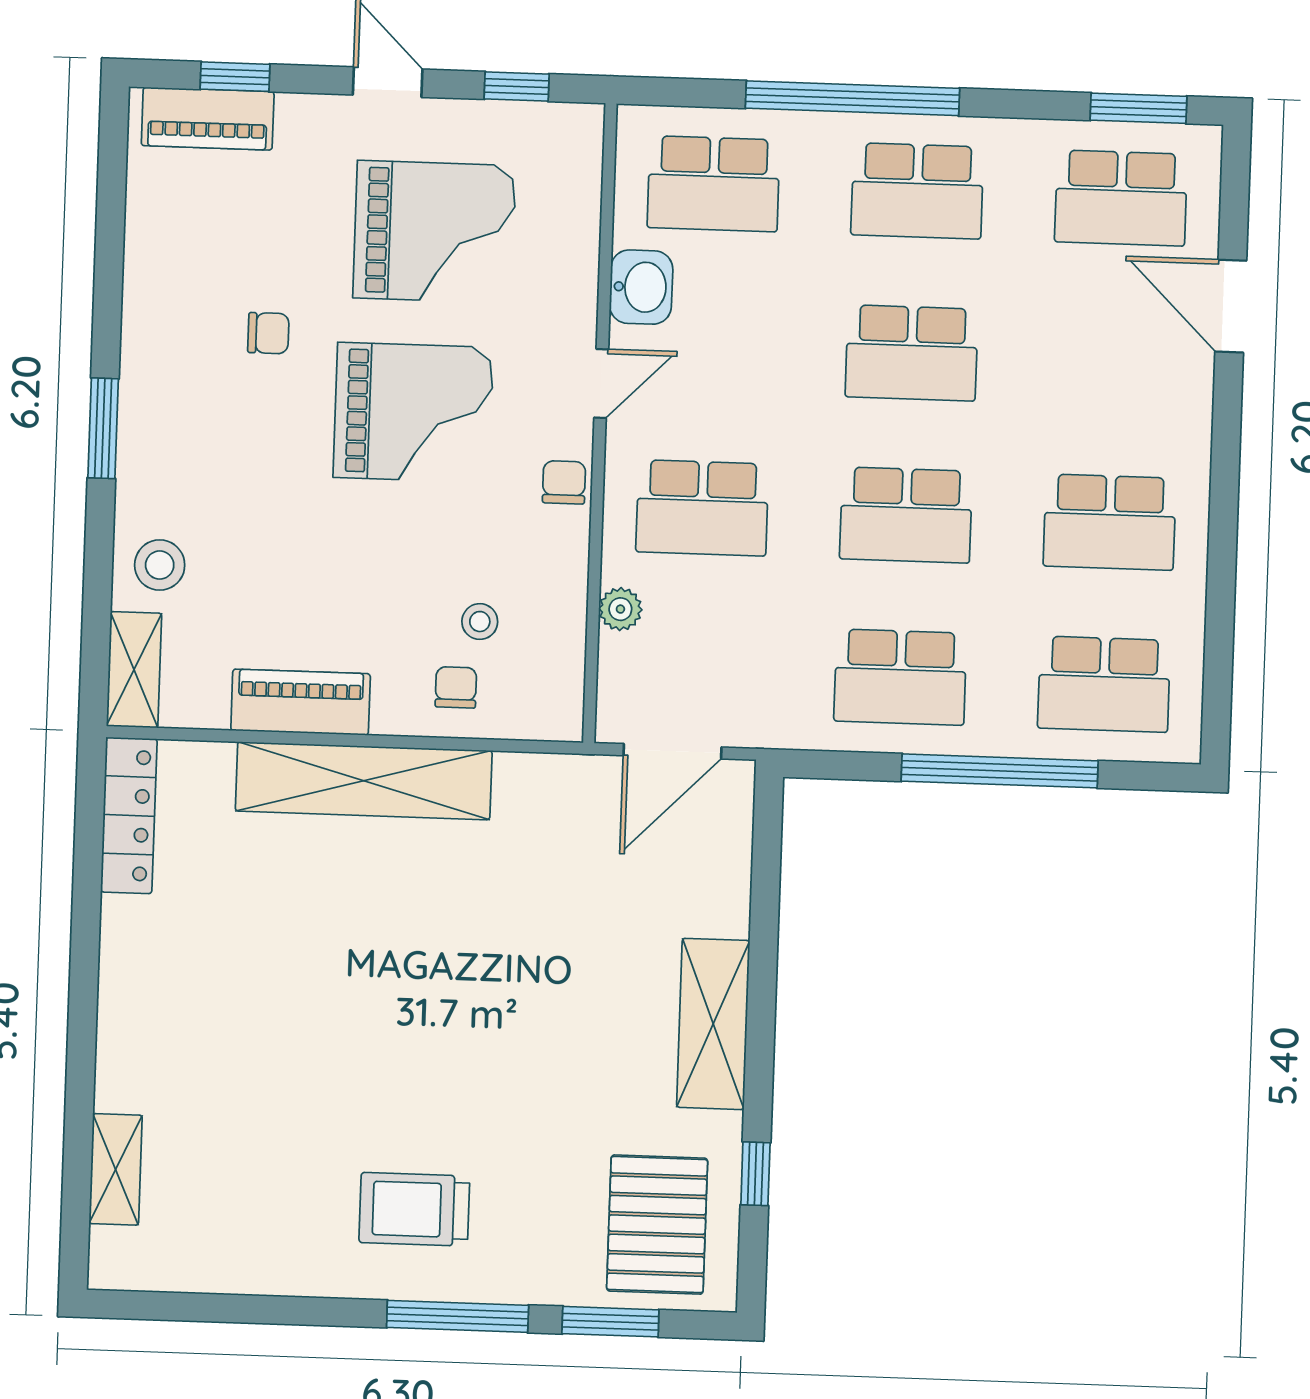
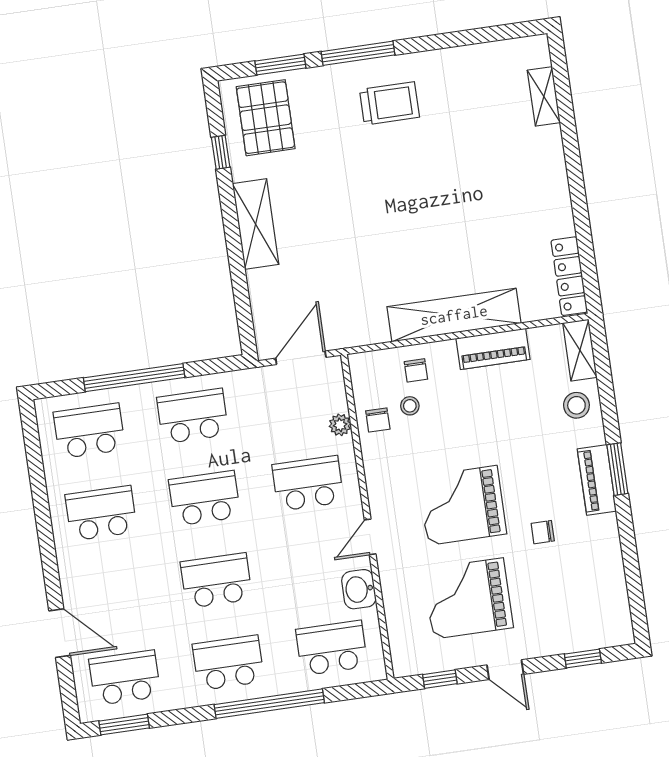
piano: (208, 119) -> (597, 480), moved, turned -90
chair: (564, 482) -> (378, 420), moved

